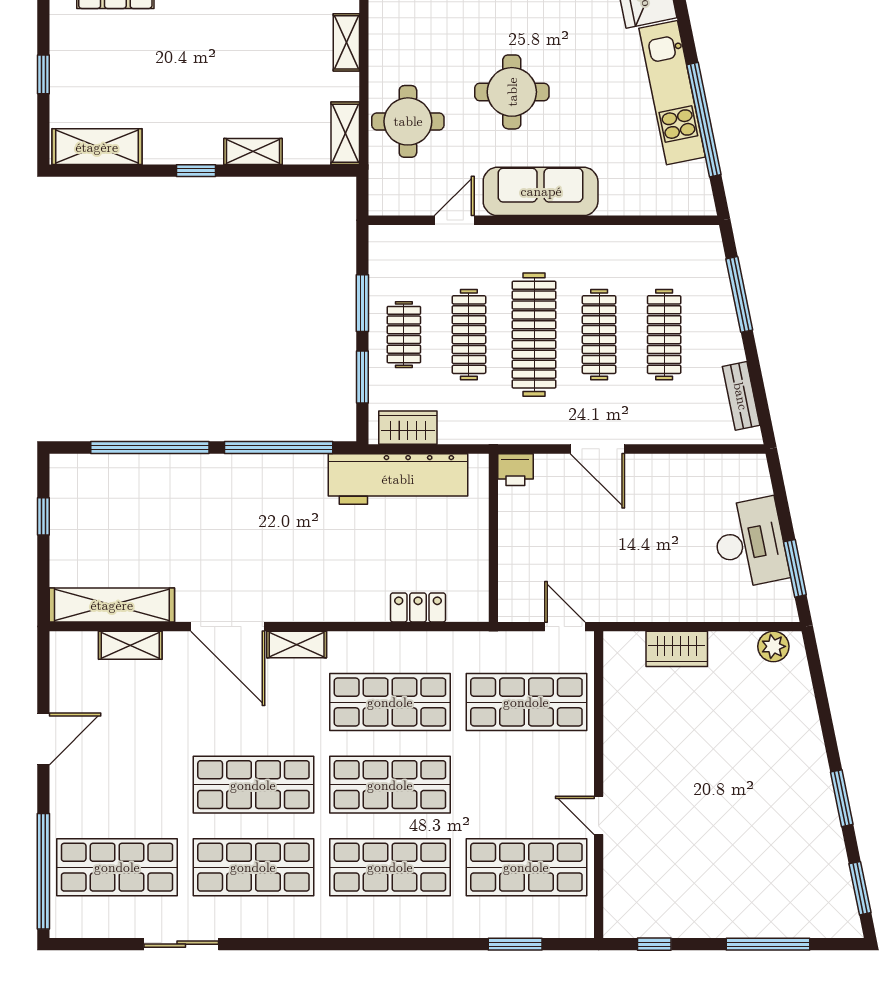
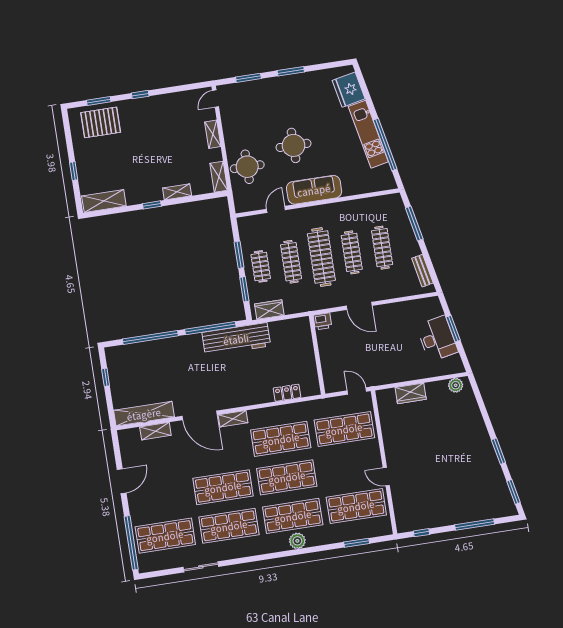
workbench: (398, 479) -> (236, 339), moved
window: (795, 568) -> (453, 329), moved
plant: (392, 921) -> (297, 541), added

